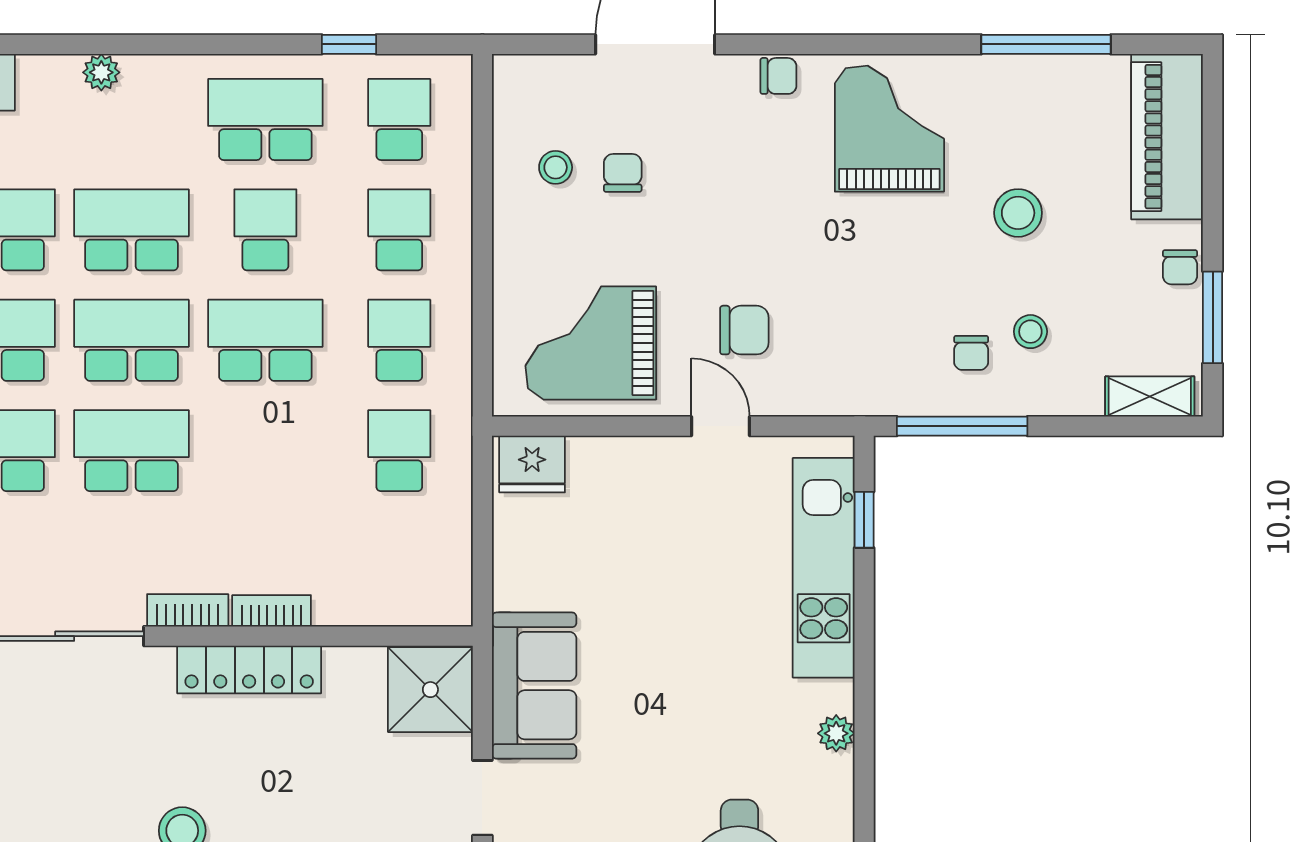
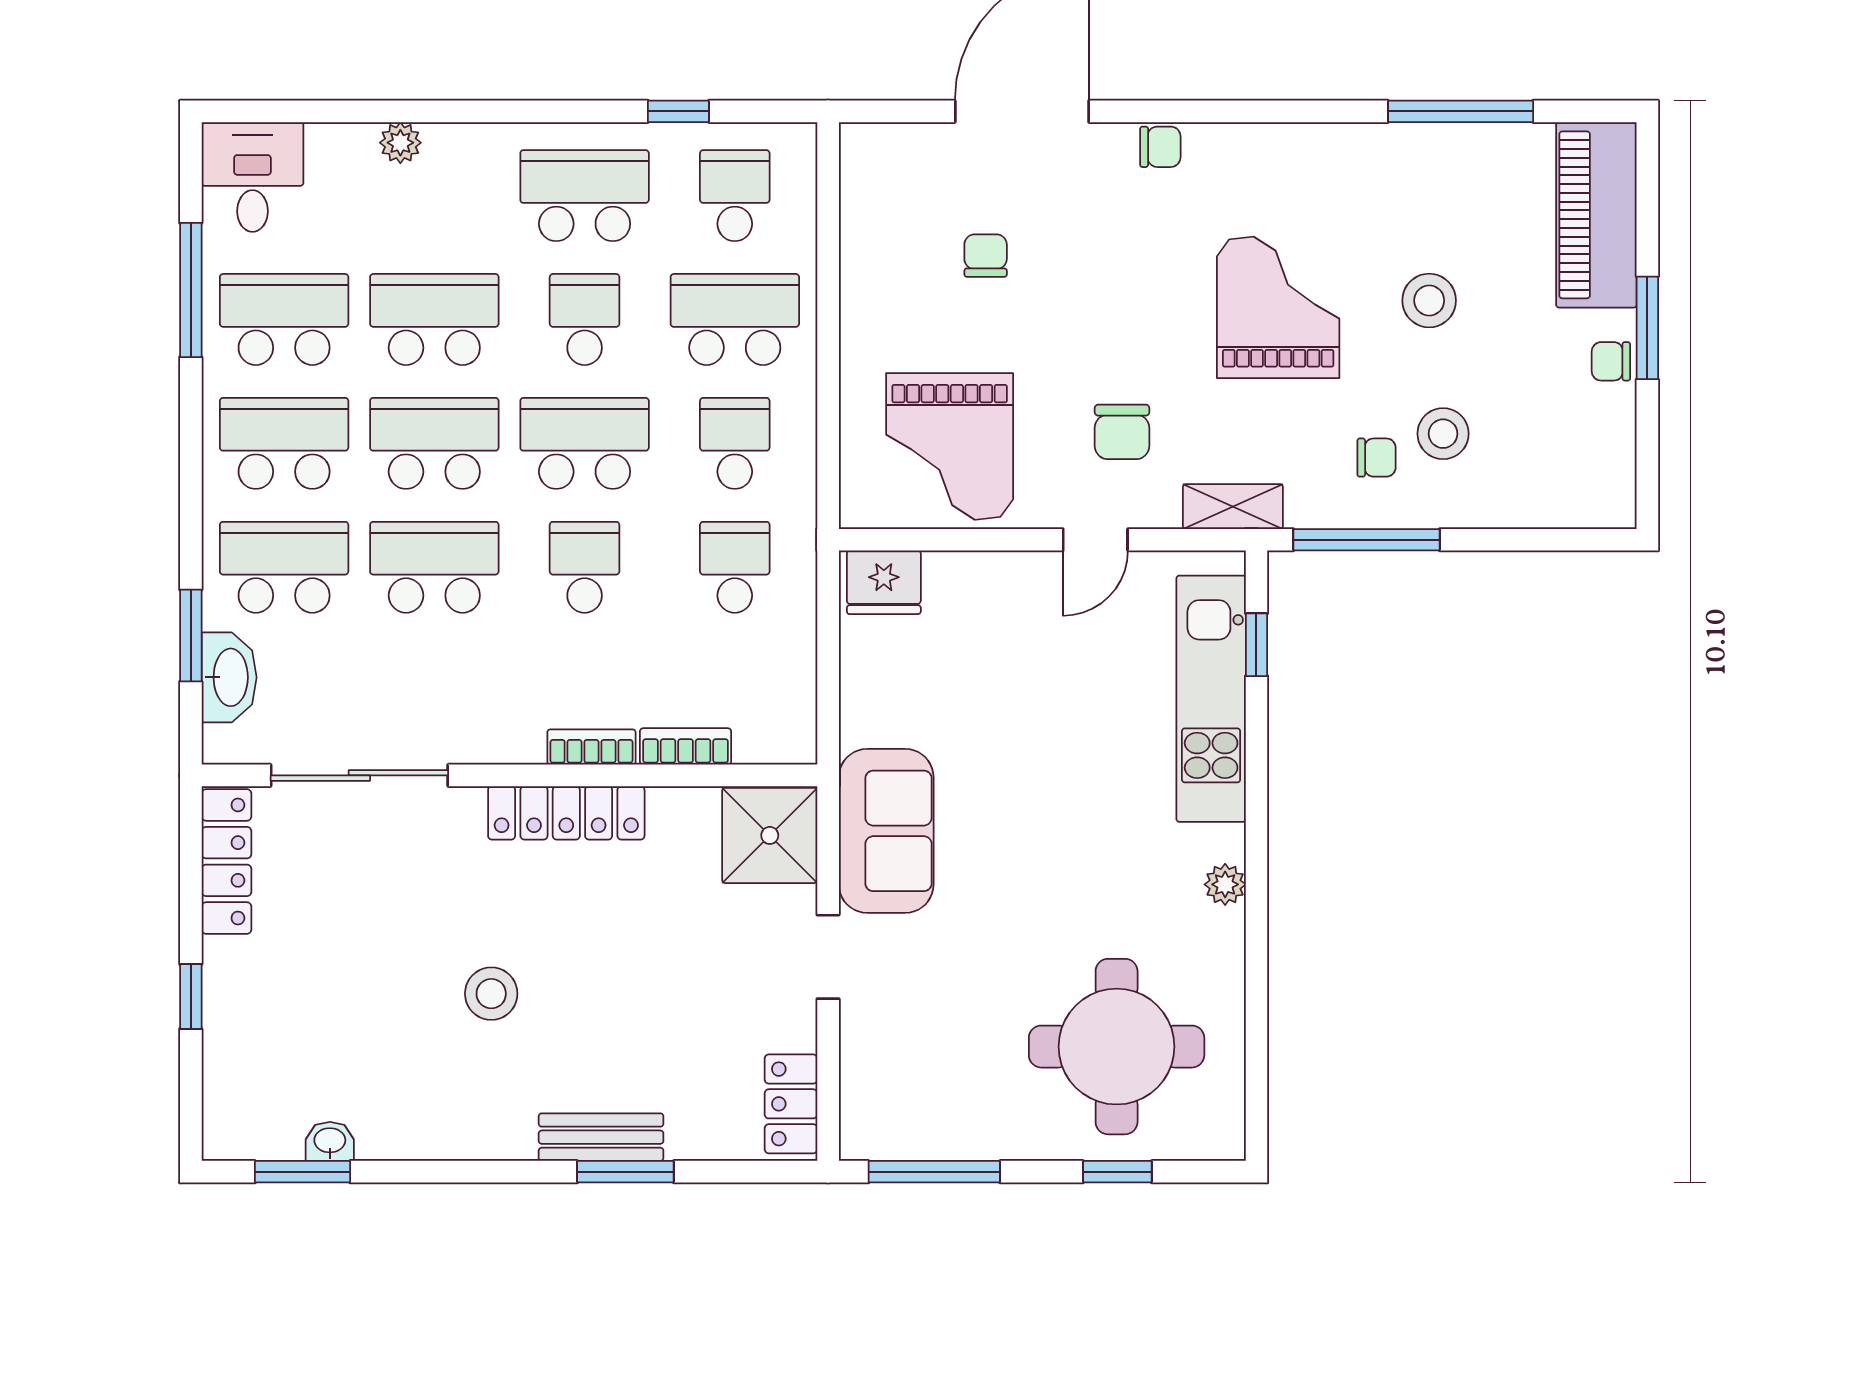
grand piano: (889, 129) -> (1278, 307), moved
stool: (556, 167) -> (910, 249), removed
school desk: (399, 230) -> (735, 320), width x1.85
chair: (1180, 267) -> (1611, 361), turned 90
window: (1213, 317) -> (1647, 328), moved
chair: (744, 330) -> (1122, 432), turned 90
stool: (1030, 332) -> (1443, 434), width x1.37, depth x1.37
grand piano: (591, 343) -> (950, 446), turned -90
chair: (971, 353) -> (1377, 458), turned -90
shelving: (1150, 397) -> (1233, 507), moved
door: (721, 426) -> (1095, 540), swing flipped
school desk: (265, 451) -> (585, 567), added
bookcase: (188, 610) -> (686, 746), moved

